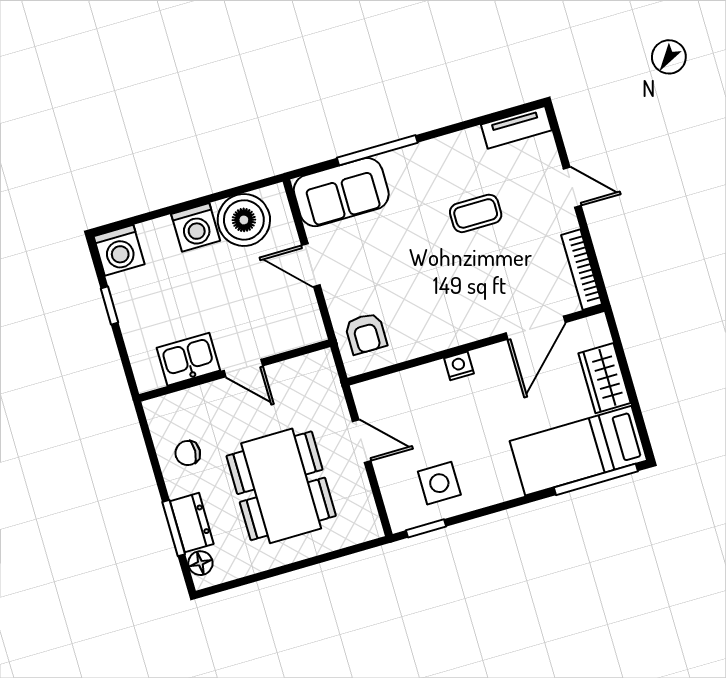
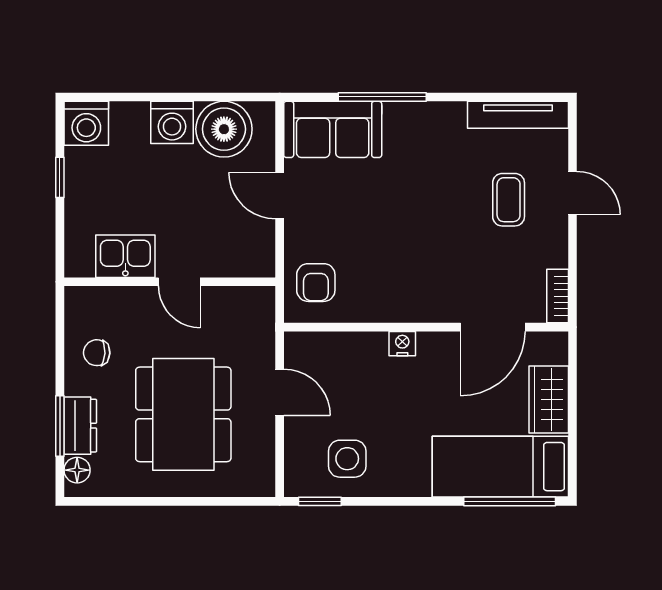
tv unit: (516, 127) -> (518, 115), width x1.41
coffee table: (476, 213) -> (509, 200), moved, turned 90
bookcase: (582, 270) -> (558, 296), width x0.64

